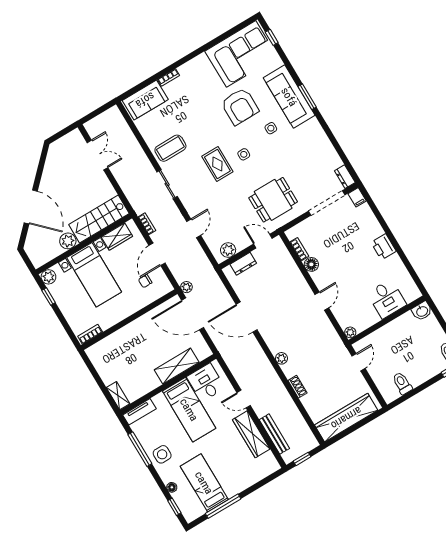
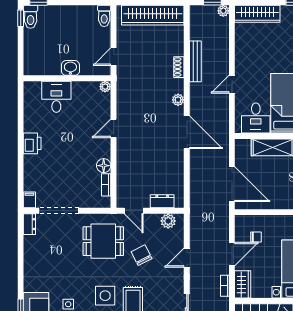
side table: (244, 154) -> (105, 296), width x1.87, depth x1.87
chair: (233, 207) -> (142, 255), added
wardrobe: (117, 237) -> (243, 284), moved, turned 90
plant: (186, 287) -> (223, 11), moved
washbasin: (422, 311) -> (70, 68), moved
door: (247, 317) -> (187, 132), moved
toilet: (402, 383) -> (104, 16), moved
door: (244, 399) -> (232, 84), swing flipped
wardrobe: (251, 434) -> (257, 14), moved, turned 90
bench: (274, 434) -> (195, 61), moved

